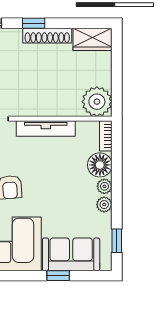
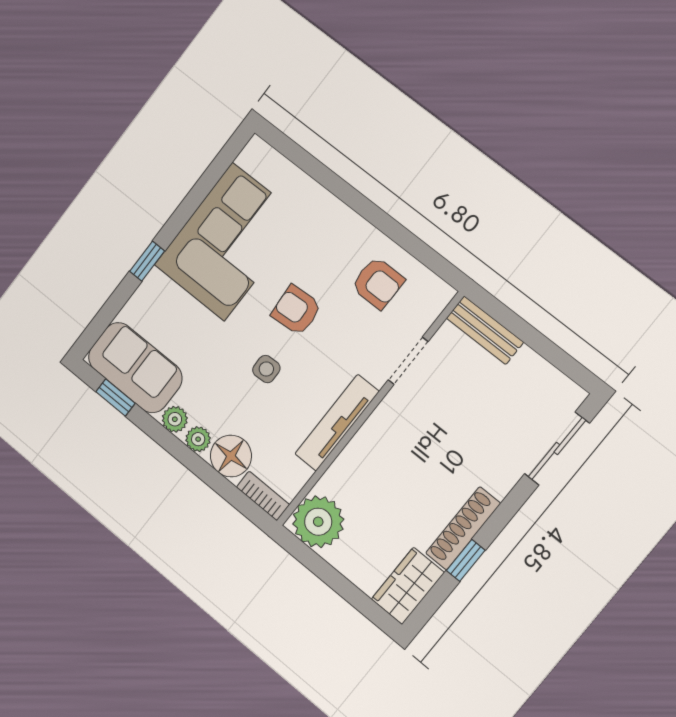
window: (34, 23) -> (466, 560), moved
side table: (47, 180) -> (266, 369), added
sofa: (71, 254) -> (135, 368), moved, turned -90
window: (58, 276) -> (147, 261), moved

